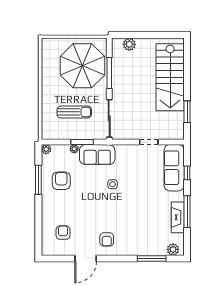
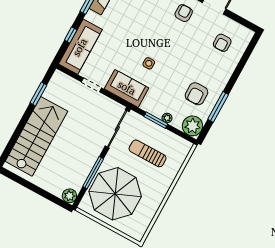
plant: (129, 44) -> (69, 196), moved
plant: (46, 149) -> (193, 126), width x1.88, depth x1.88
sofa: (97, 155) -> (127, 88), moved

